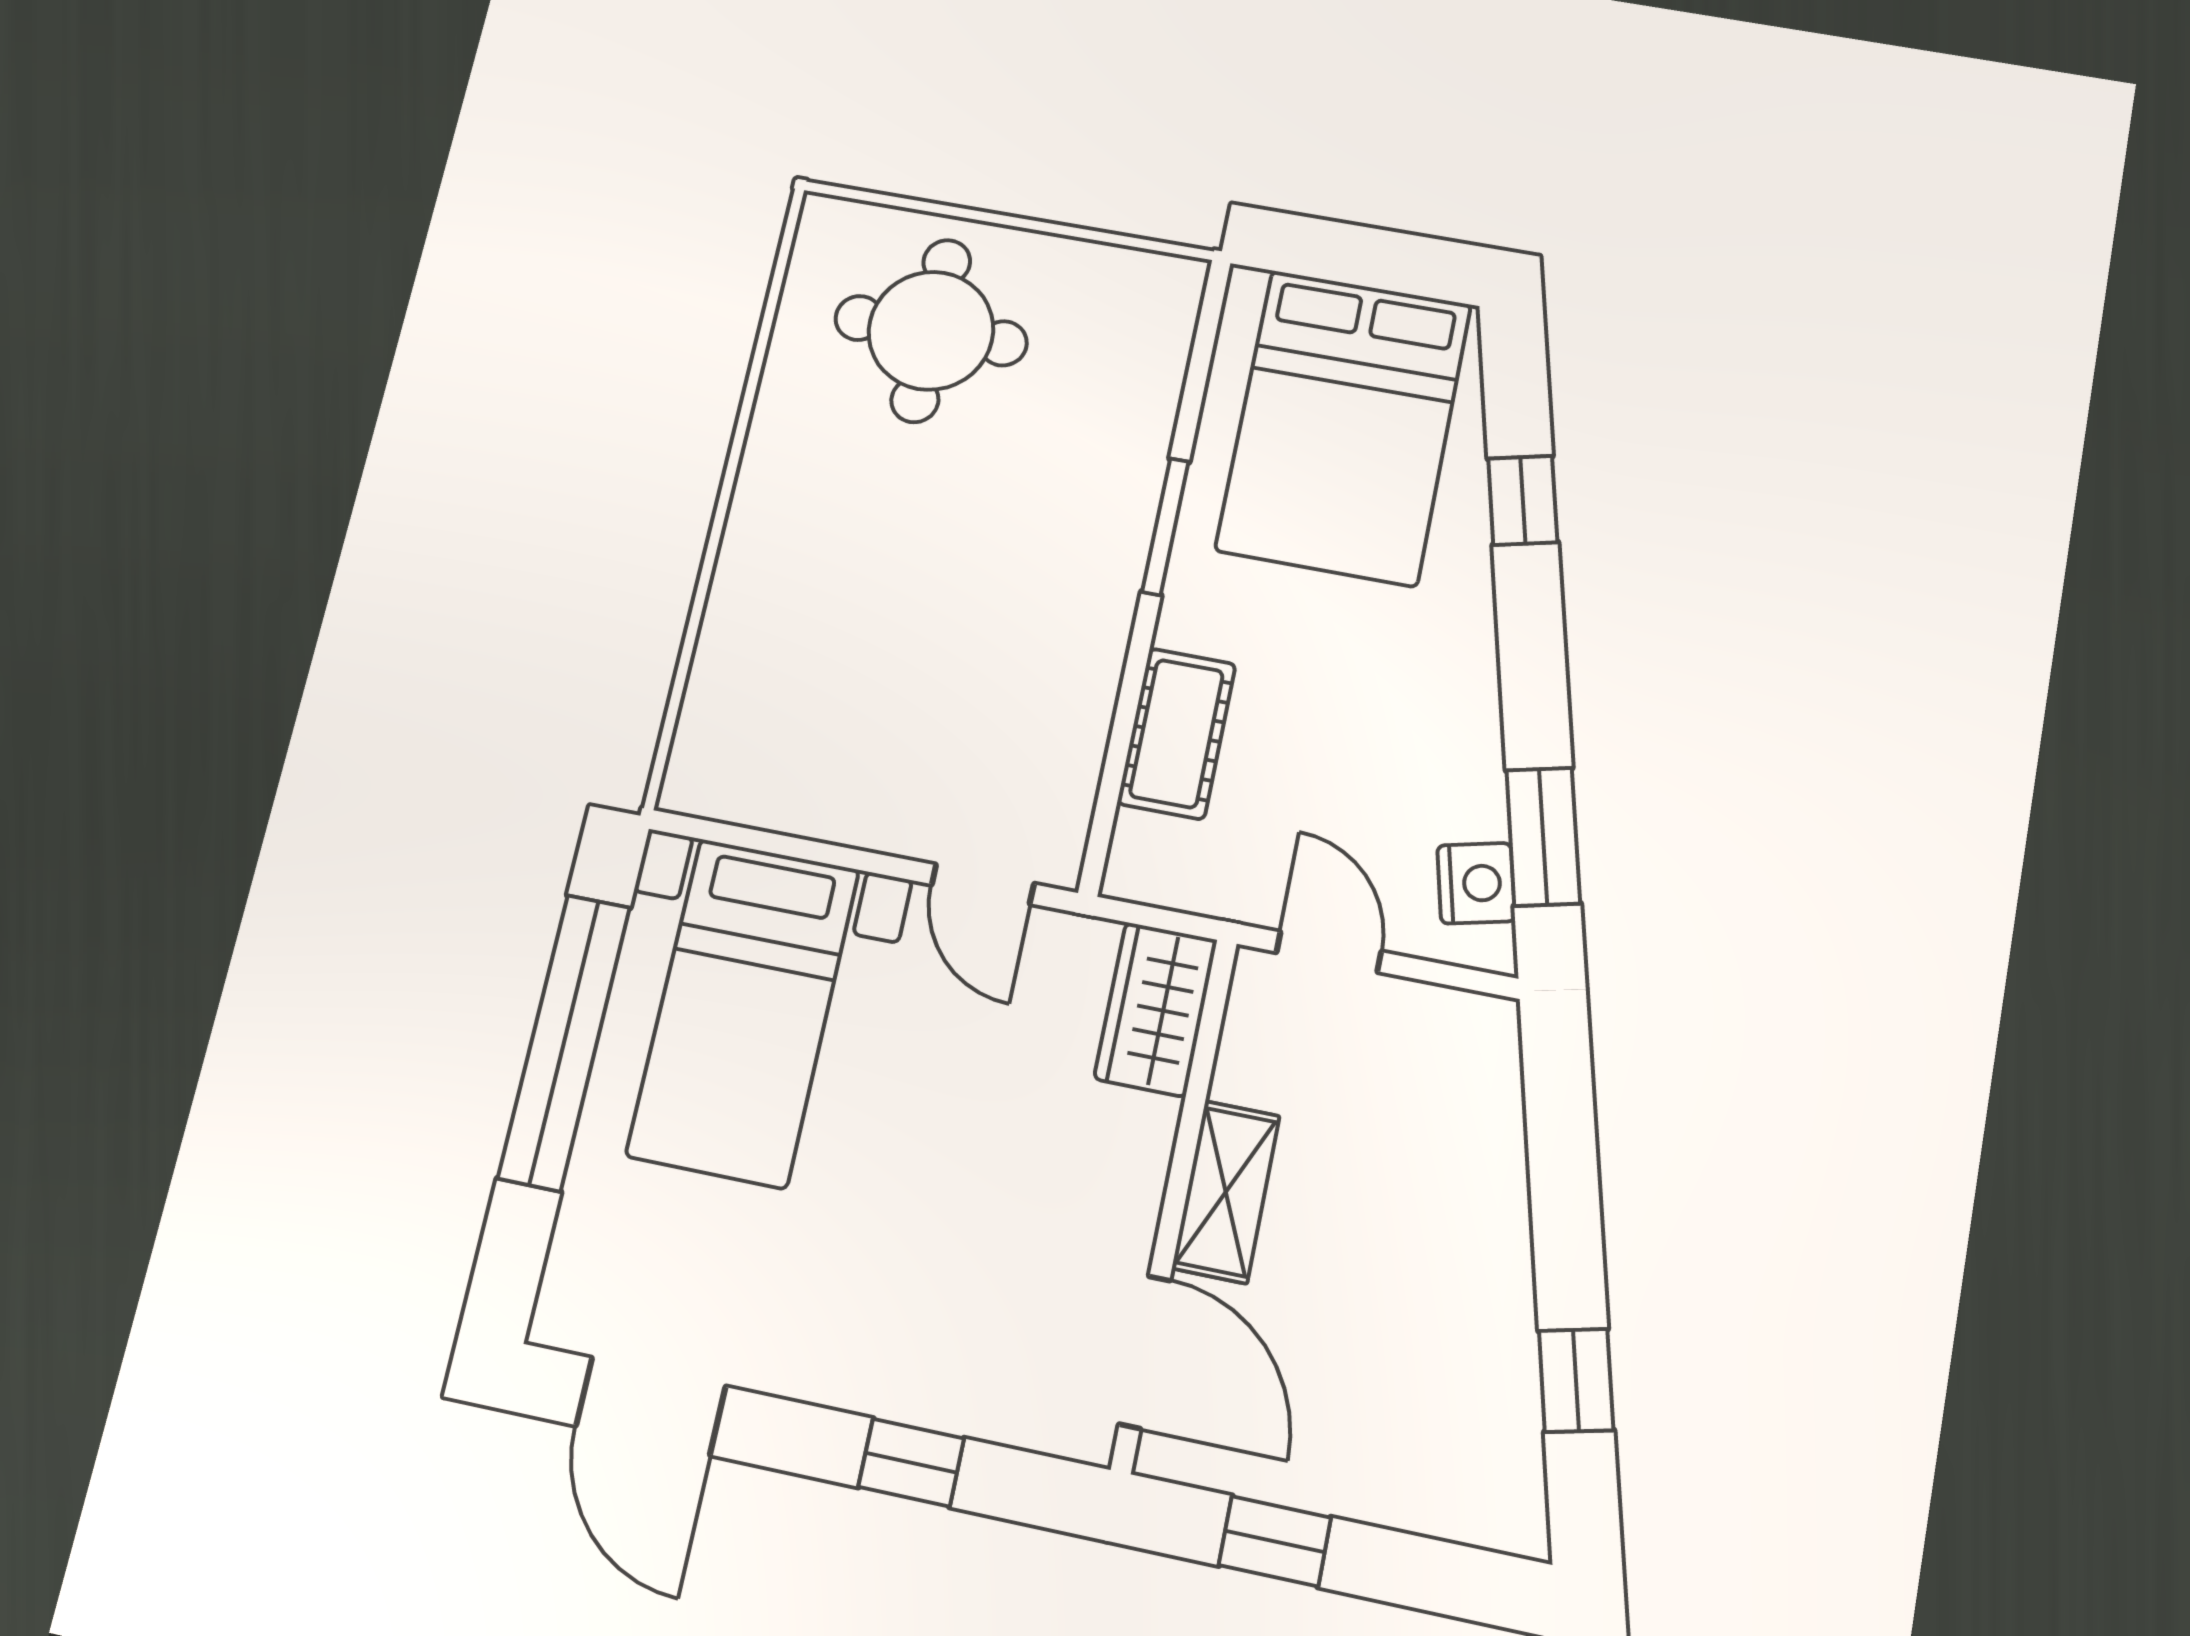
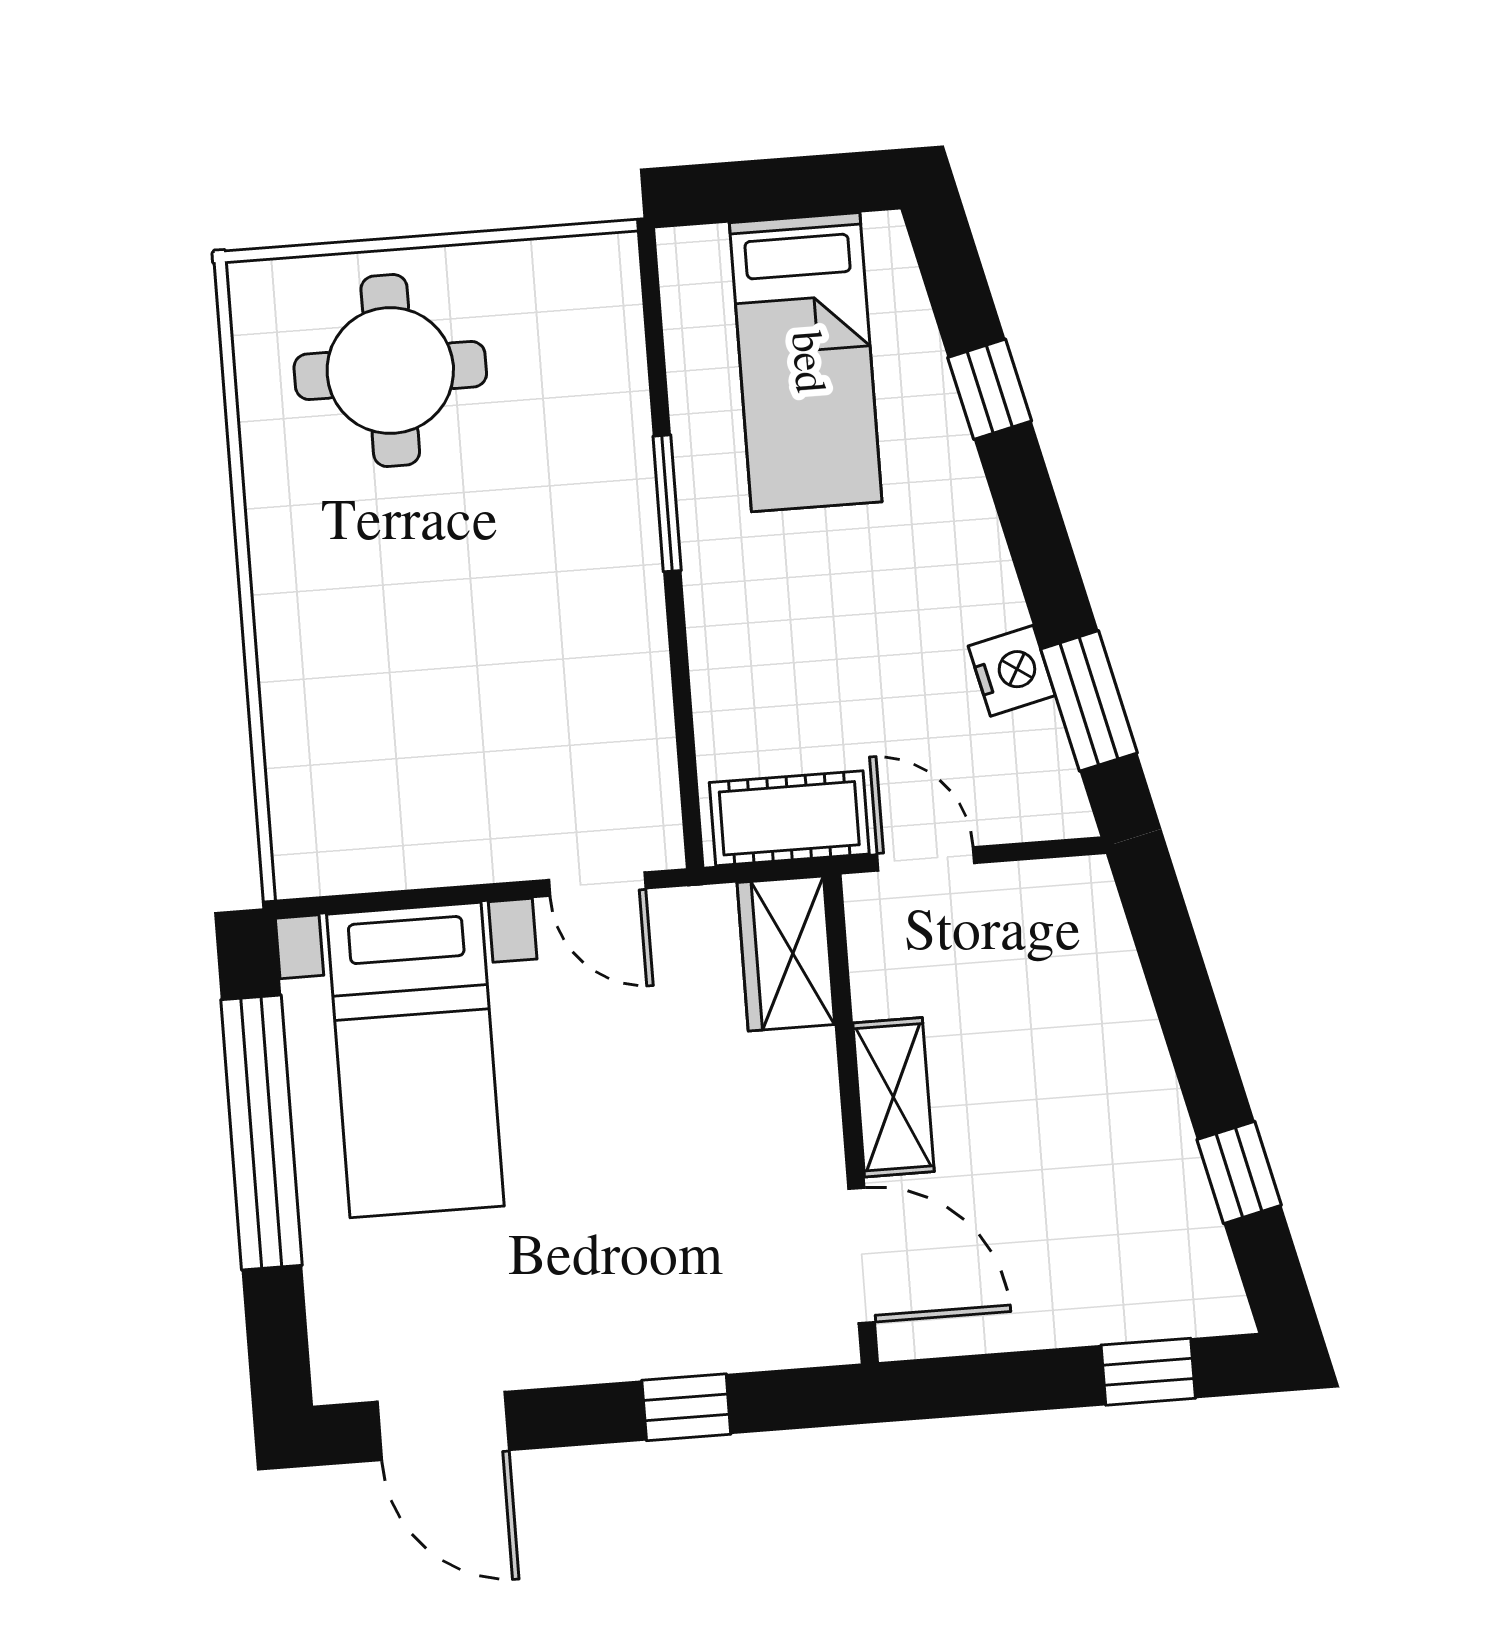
bed: (1344, 427) -> (806, 362), width x0.67
cot: (1177, 734) -> (789, 818), moved, turned 90
nightstand: (1476, 883) -> (1012, 671), moved
window: (1275, 1541) -> (1148, 1372), moved

